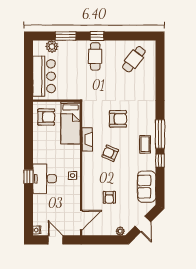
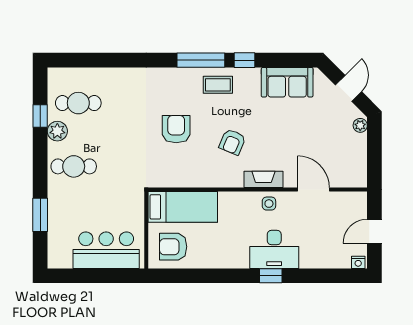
window: (97, 36) -> (40, 116), moved
plant: (52, 46) -> (57, 131), moved
cafe table: (134, 59) -> (78, 103), turned -38
armchair: (46, 117) -> (173, 247), turned -90
fireplace: (87, 140) -> (263, 179), moved
armchair: (109, 197) -> (305, 143), removed
door: (81, 220) -> (314, 190), moved
door: (143, 224) -> (348, 88), hinge flipped

